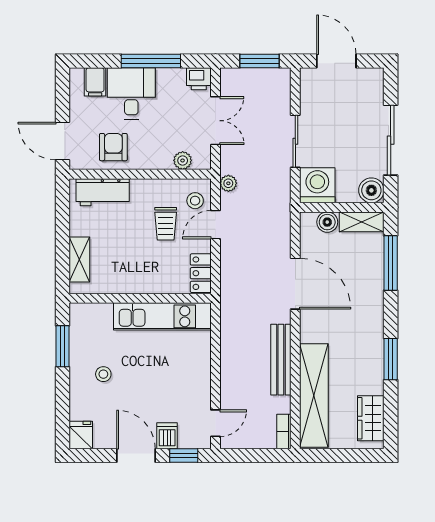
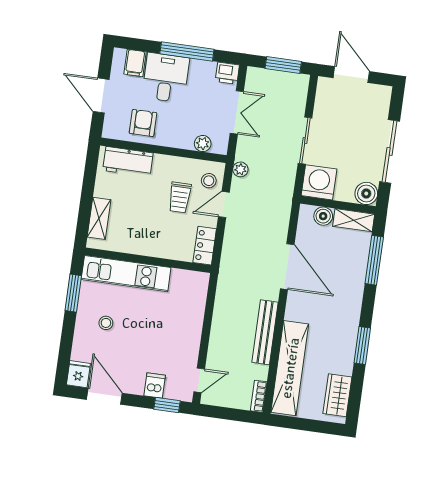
door: (63, 141) -> (101, 95), moved
kitchen unit: (162, 316) -> (126, 274), moved
door: (136, 456) -> (104, 396), moved

